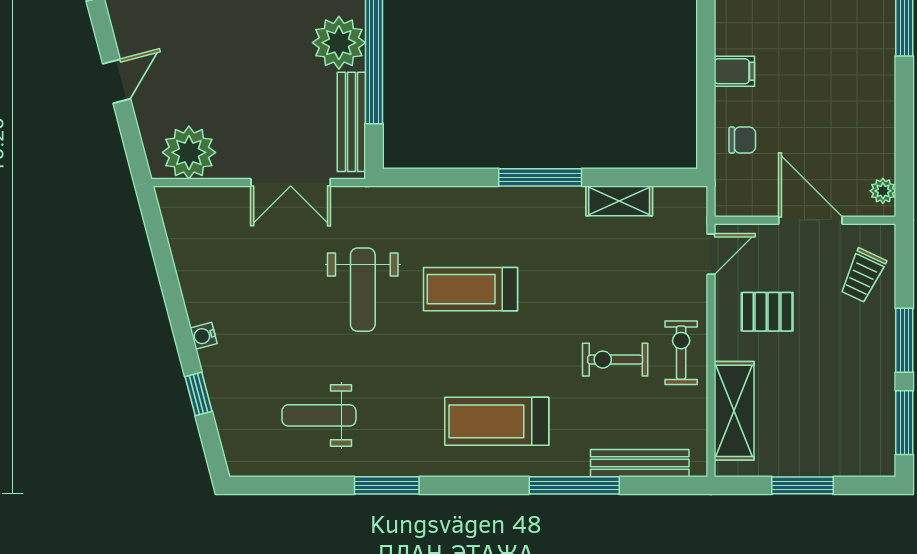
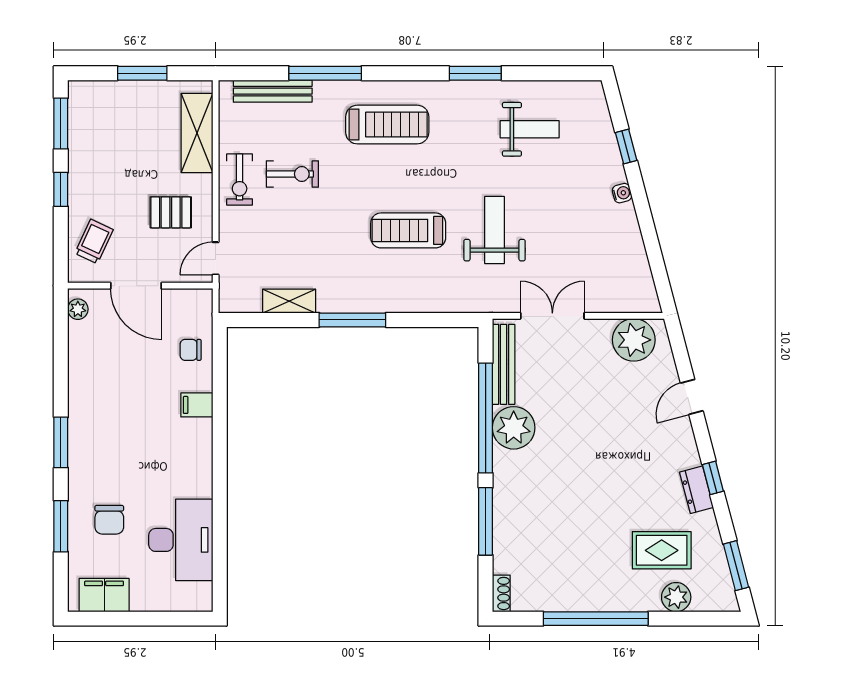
treadmill: (471, 289) -> (408, 230), turned 180
window: (904, 340) -> (61, 189), width x0.67

